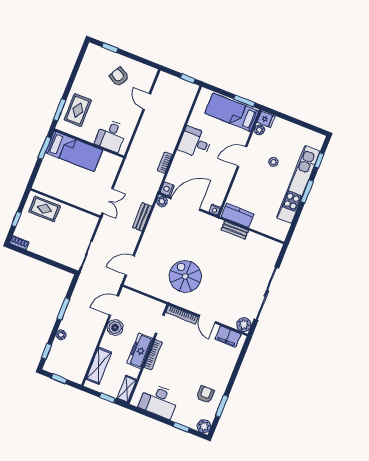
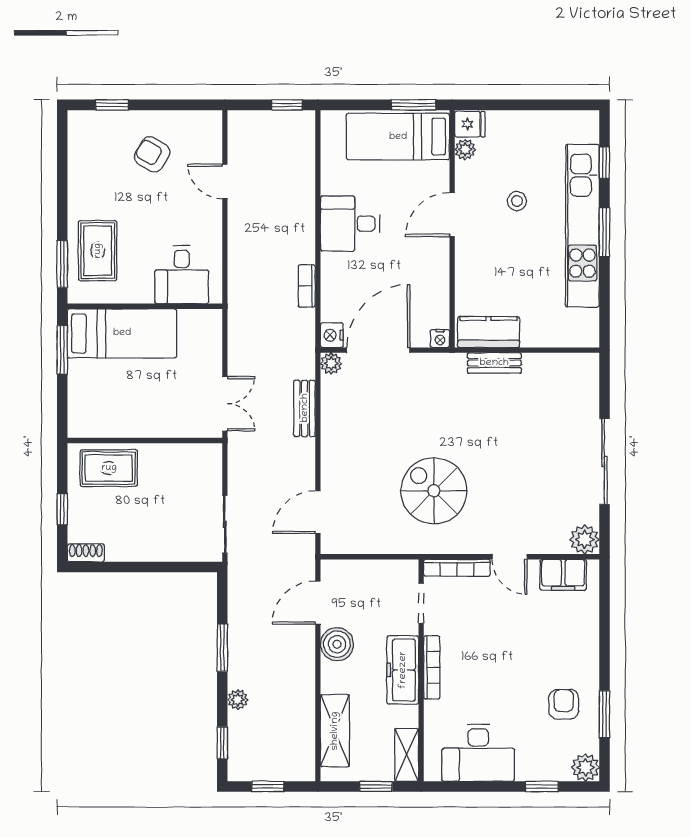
sliding door: (266, 293) -> (604, 462), width x0.73

